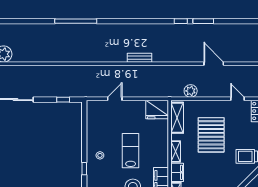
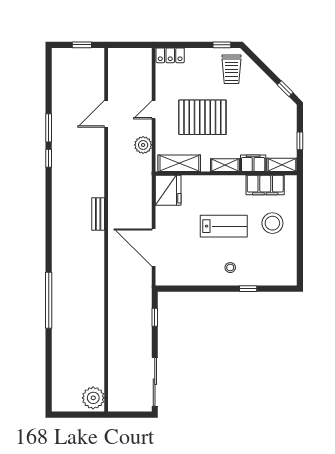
door: (115, 99) -> (154, 248), width x1.88
door: (237, 99) -> (154, 110), moved
lab bench: (131, 151) -> (224, 226), turned 180

